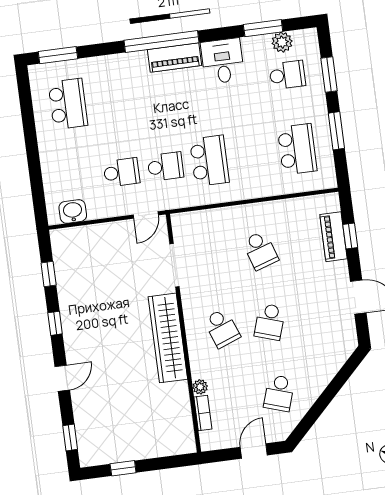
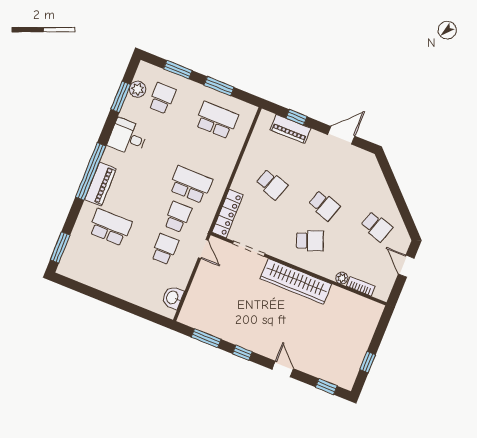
piano: (174, 58) -> (100, 184), moved
school desk: (68, 104) -> (110, 227), moved
locker: (200, 220) -> (228, 214), added
school desk: (260, 250) -> (272, 184), turned 36
window: (49, 274) -> (206, 338), width x1.50

